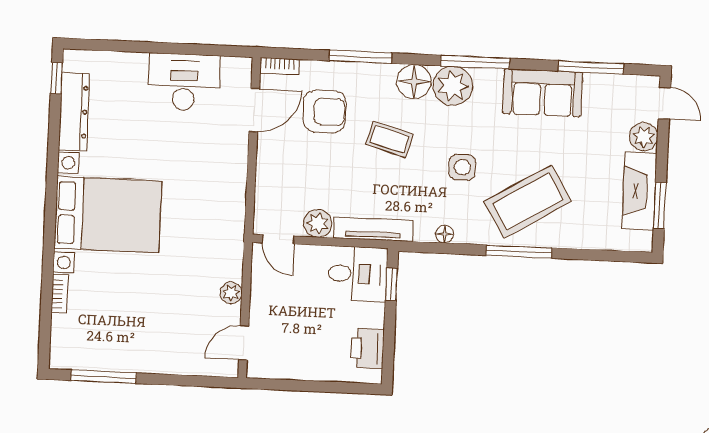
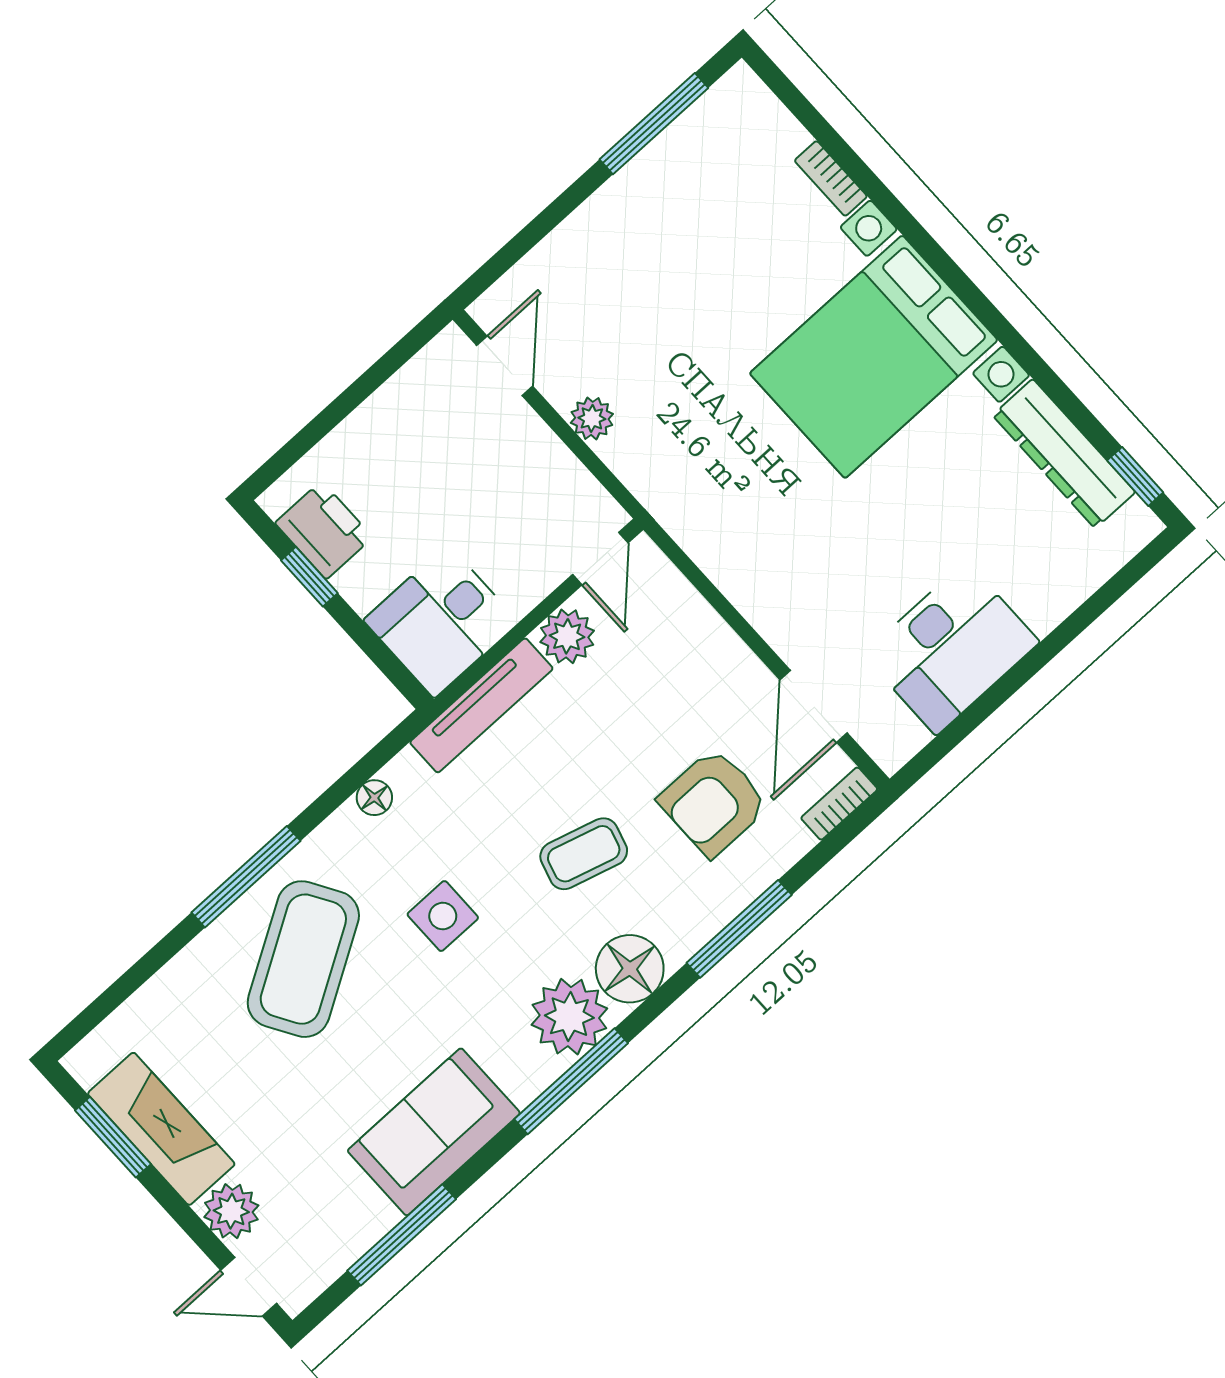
door: (278, 239) -> (600, 559), swing flipped
window: (392, 284) -> (309, 577), moved

